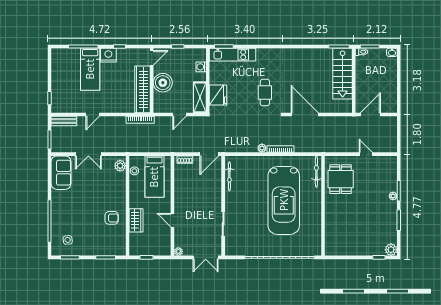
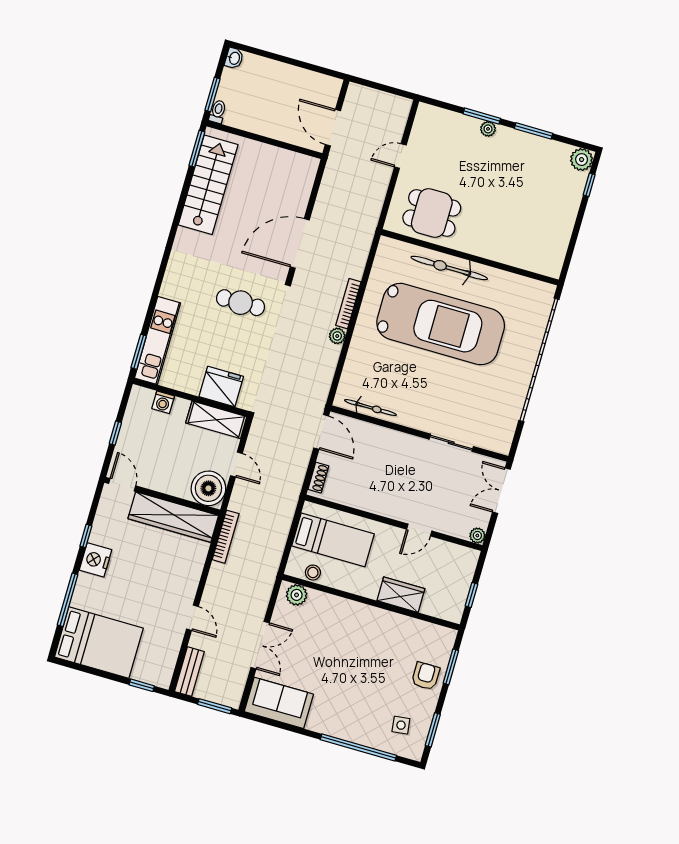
bed: (90, 69) -> (99, 643), moved, width x1.50
stairs: (343, 74) -> (208, 185), moved, turned -90
boiler: (163, 83) -> (208, 488), moved
bicycle: (316, 172) -> (449, 268), moved, width x1.37, depth x1.40
armchair: (112, 218) -> (426, 676), moved
double door: (206, 257) -> (501, 491), swing flipped

